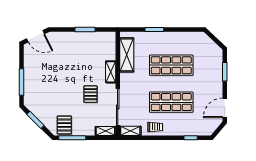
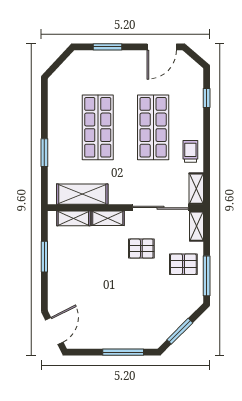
shelving: (111, 49) -> (73, 218), added
door: (225, 108) -> (162, 47), hinge flipped
pallet: (64, 125) -> (183, 264), moved

